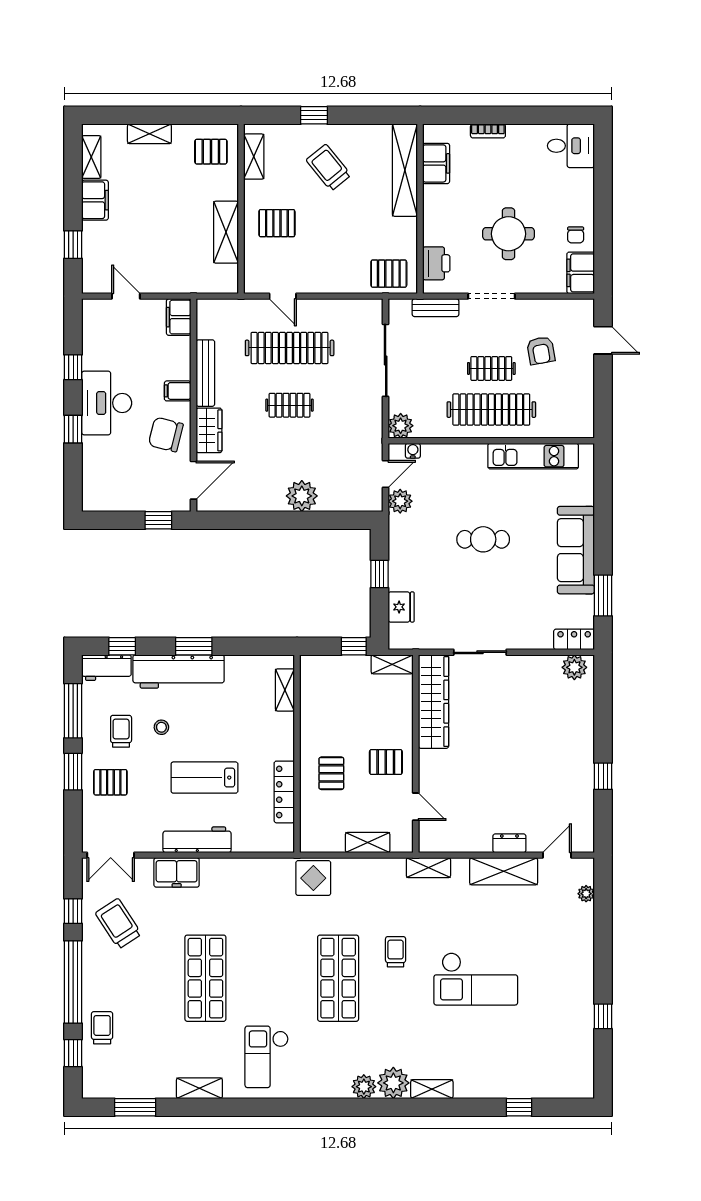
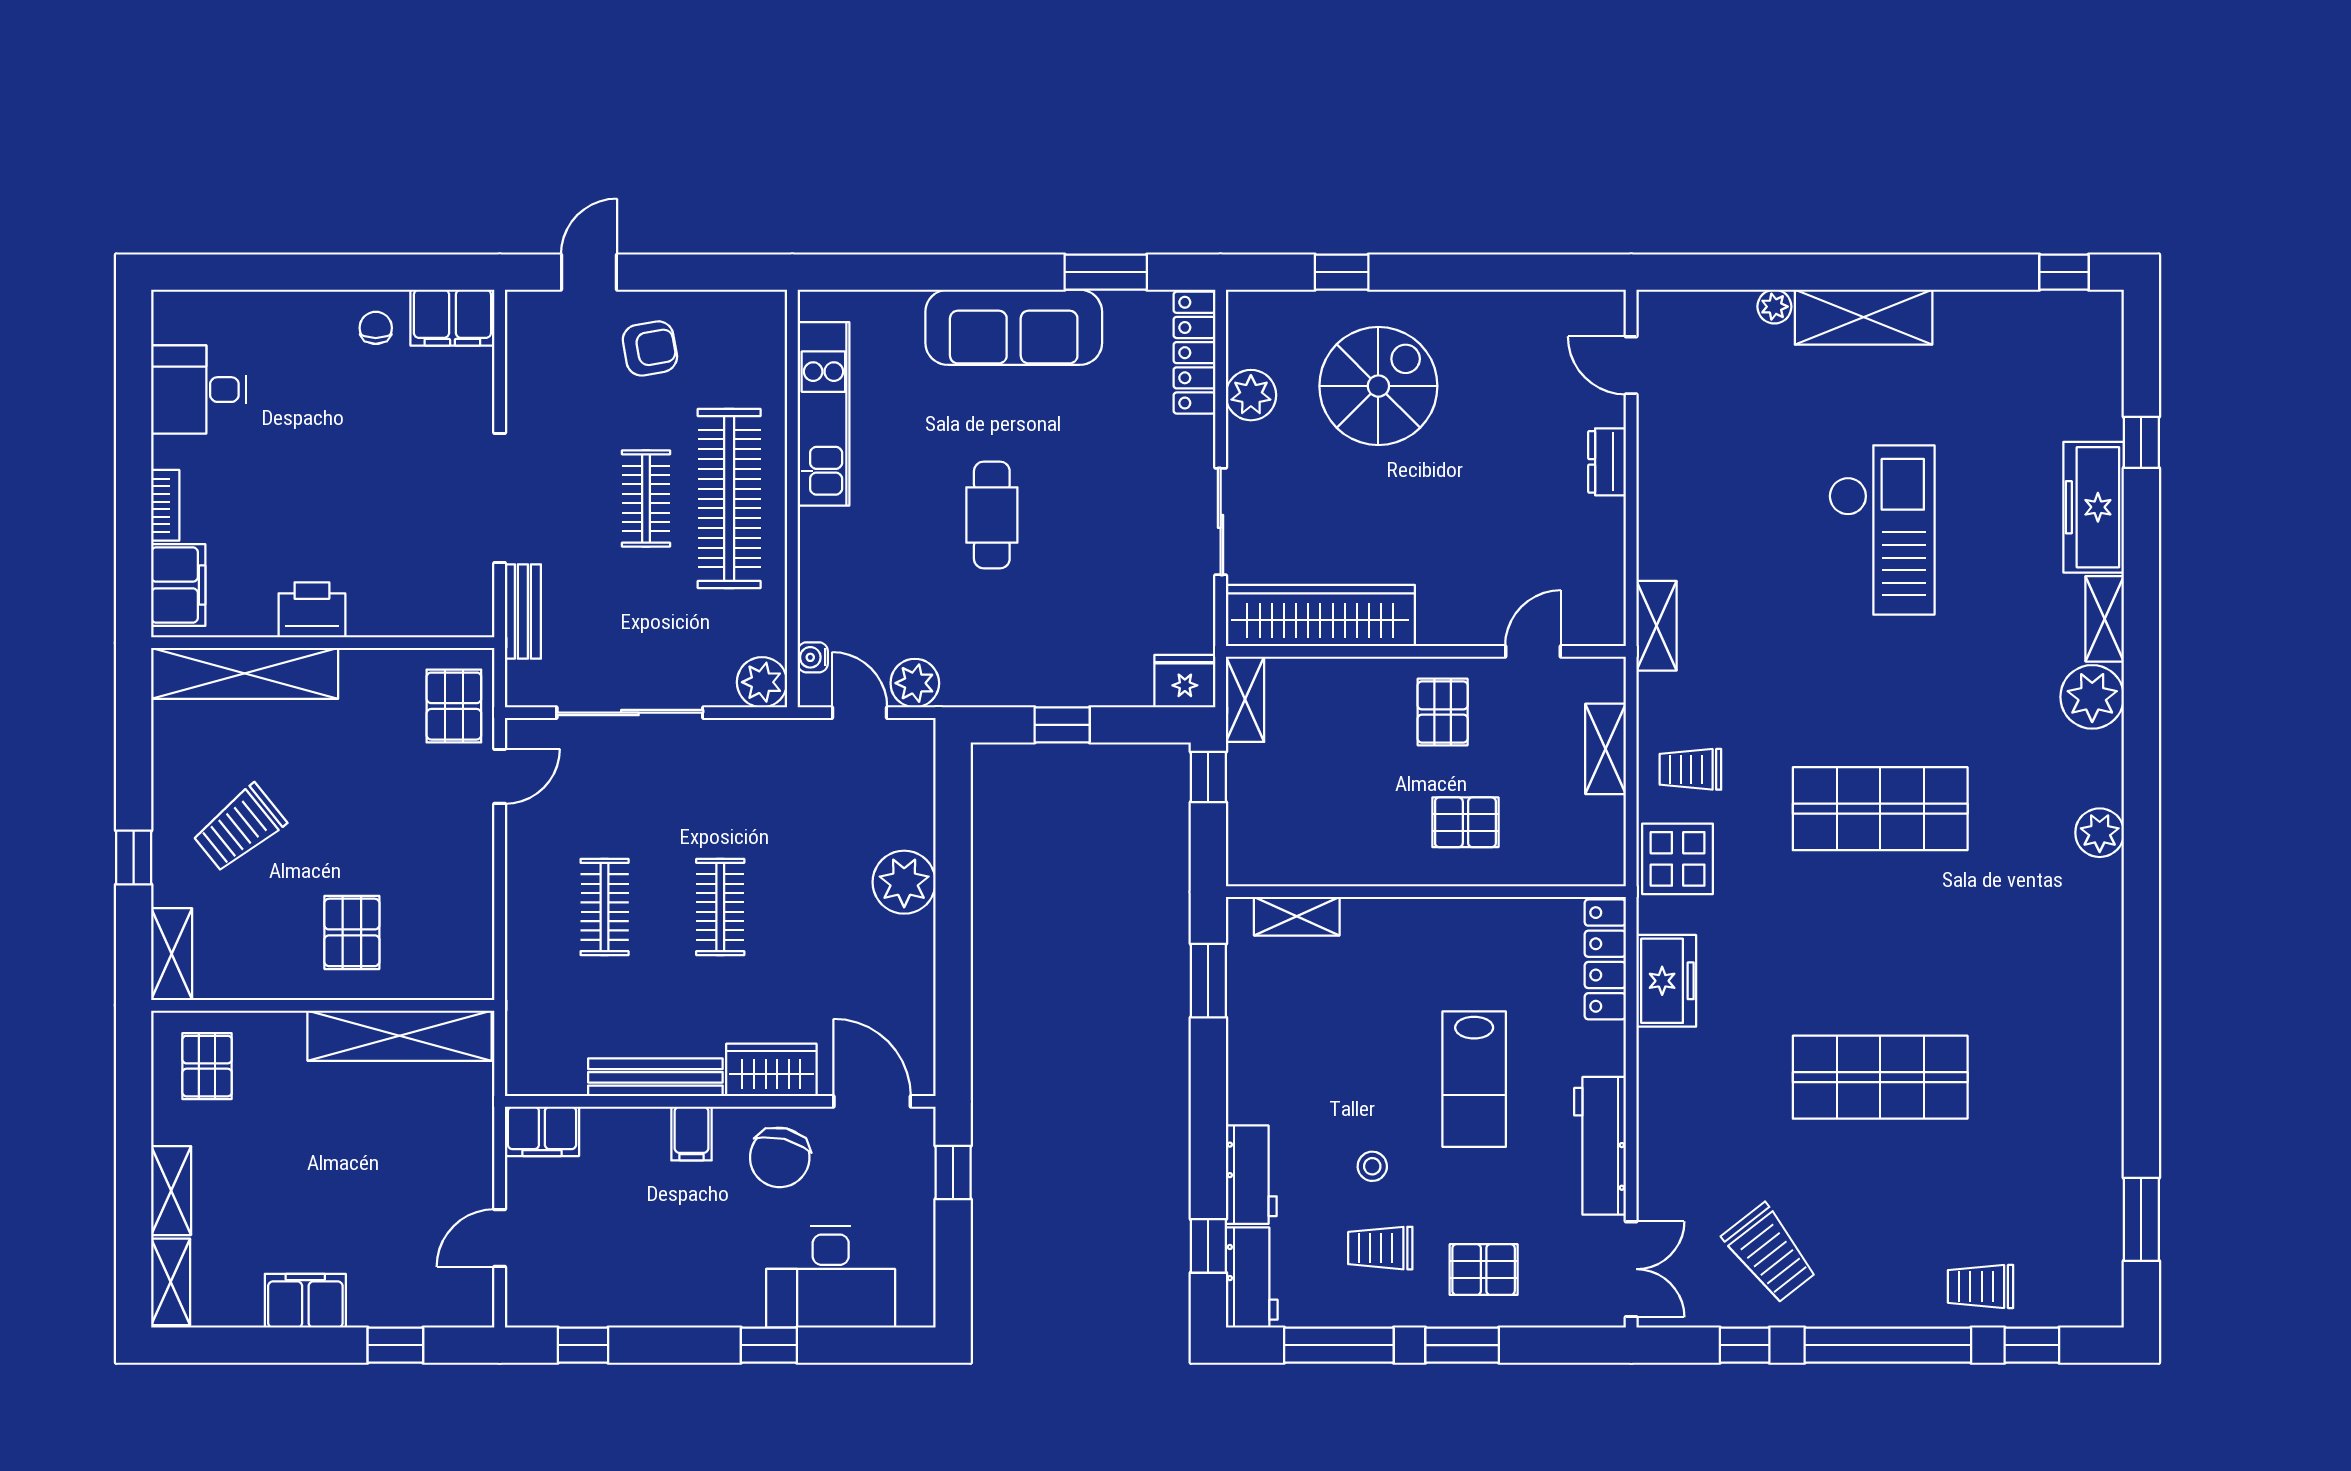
desk: (571, 146) -> (199, 390), moved, turned -90
shelving: (91, 157) -> (171, 1282), moved, turned 90
shelving: (254, 157) -> (172, 954), moved, turned 90
filing cabinet: (436, 163) -> (178, 585), moved, turned 90
shelving: (226, 232) -> (399, 1036), width x1.47
round table: (508, 234) -> (373, 464), removed
chair: (576, 235) -> (376, 328), turned -90
printer: (436, 263) -> (312, 610), moved
door: (283, 296) -> (500, 776), moved
doorway: (492, 296) -> (500, 498), width x1.36
clothes rail: (290, 348) -> (605, 907), width x0.54, depth x0.76
armchair: (541, 350) -> (650, 348), moved
window: (73, 367) -> (583, 1345), moved
desk: (107, 403) -> (831, 1277), moved
fridge: (401, 607) -> (1185, 681), moved
locker: (574, 639) -> (1194, 353), width x1.53
window: (194, 646) -> (1208, 981), moved
plant: (574, 667) -> (1251, 395), moved
workbench: (179, 671) -> (1251, 1175), width x0.53, depth x0.76
spiral stairs: (547, 730) -> (1378, 386), added
window: (603, 776) -> (1342, 272), moved
pallet: (110, 782) -> (1484, 1270), turned 90
locker: (284, 792) -> (1605, 959), moved, turned 90
workbench: (197, 840) -> (1600, 1146), moved
shelving: (504, 871) -> (1864, 317), moved, turned 90
freezer: (177, 872) -> (1666, 981), moved
plant: (586, 894) -> (1774, 307), moved
trolley: (118, 924) -> (1770, 1253), turned -95
trolley: (396, 952) -> (1690, 769), moved
window: (603, 1016) -> (2064, 272), moved
checkout: (267, 1057) -> (2039, 953), removed
freezer: (487, 1084) -> (2094, 507), added
plant: (364, 1087) -> (2100, 833), moved
shelving: (199, 1088) -> (2103, 1089), removed

